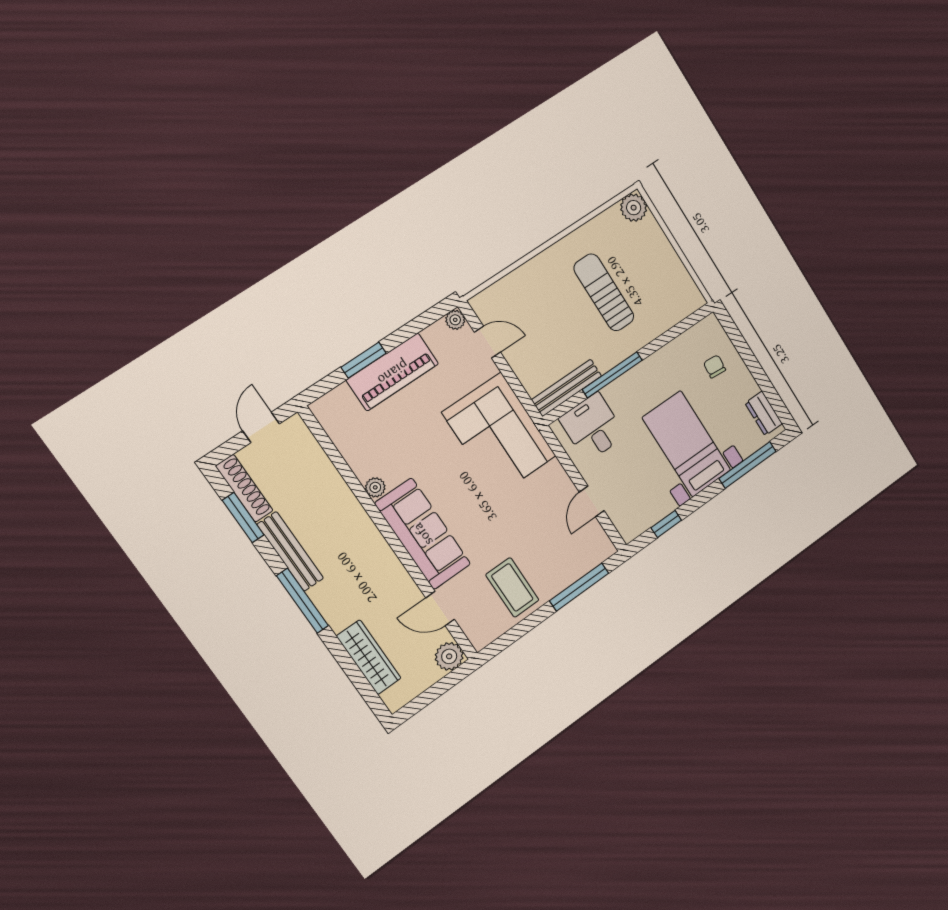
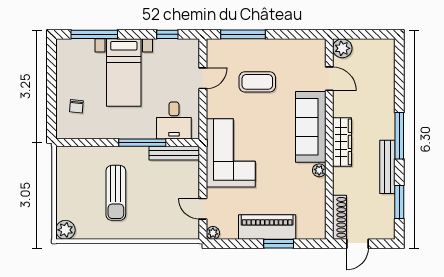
dresser: (764, 413) -> (64, 58), removed
shoe rack: (244, 488) -> (340, 217), moved, turned 180
coffee table: (512, 587) -> (257, 82), moved, turned 90
wardrobe: (369, 657) -> (342, 142), moved, turned 180

